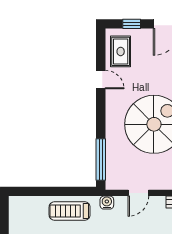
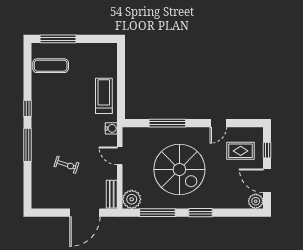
rug: (121, 51) -> (241, 151), moved
window: (101, 160) -> (167, 123), moved

